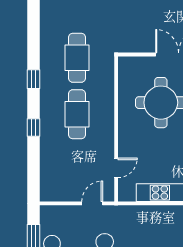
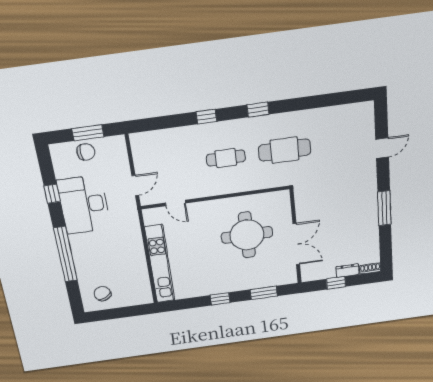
cafe table: (77, 114) -> (226, 158), width x0.73, depth x0.74
door: (92, 203) -> (135, 185), hinge flipped

